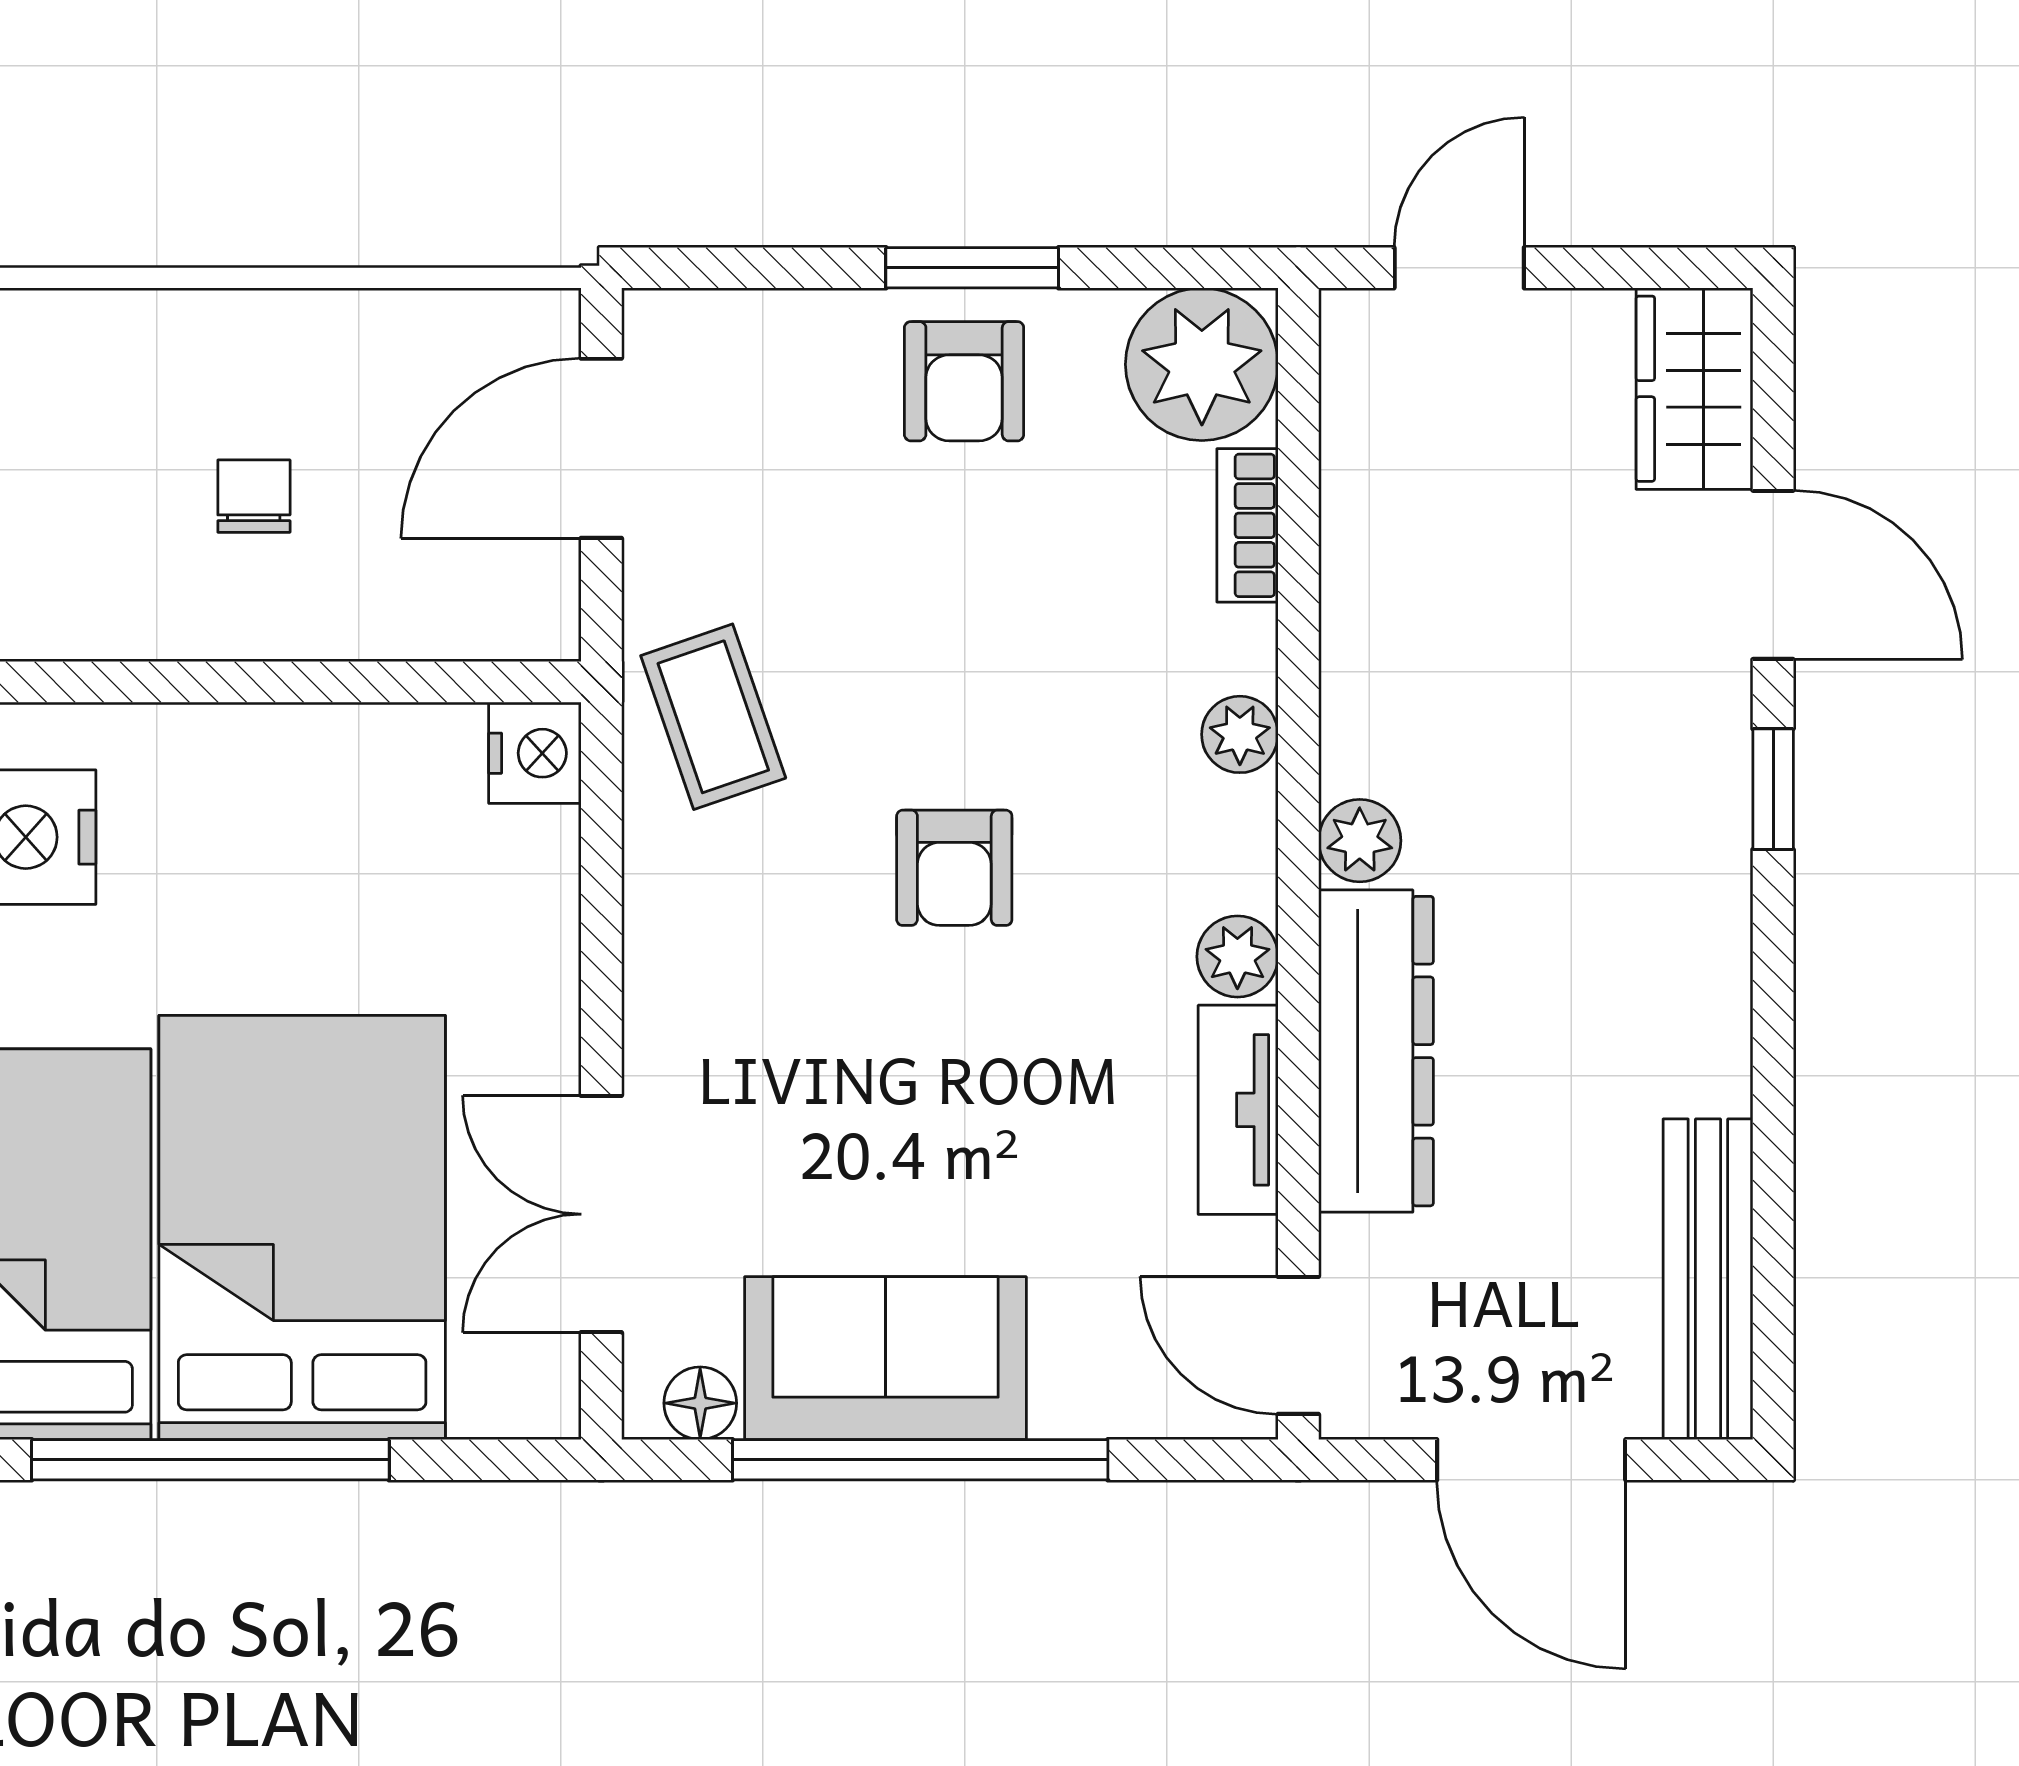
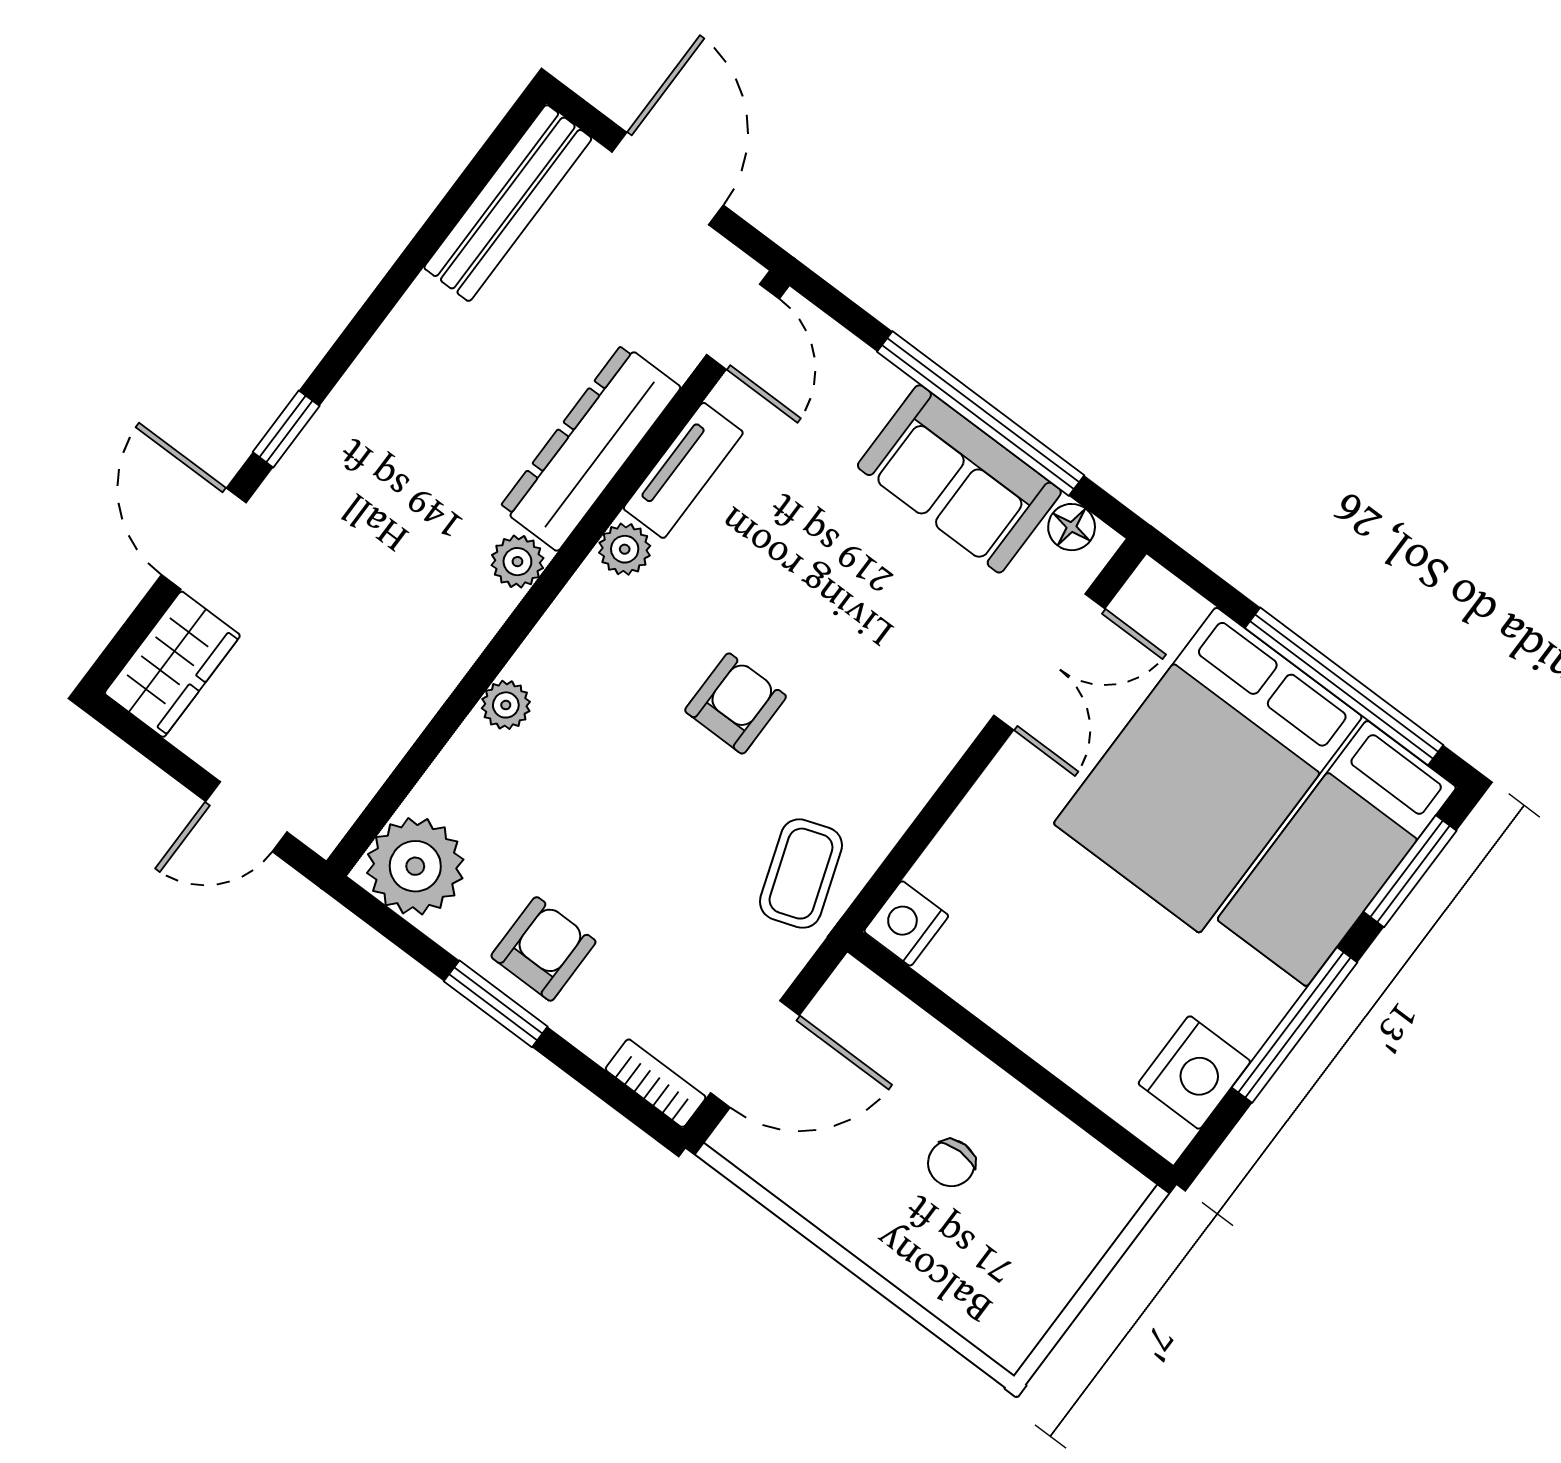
bookcase: (1247, 525) -> (656, 1083), moved, turned -90
plant: (1240, 734) -> (506, 705), moved

